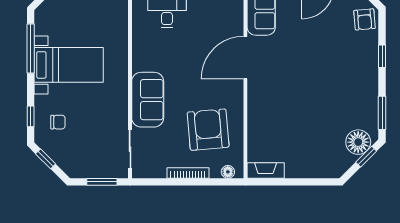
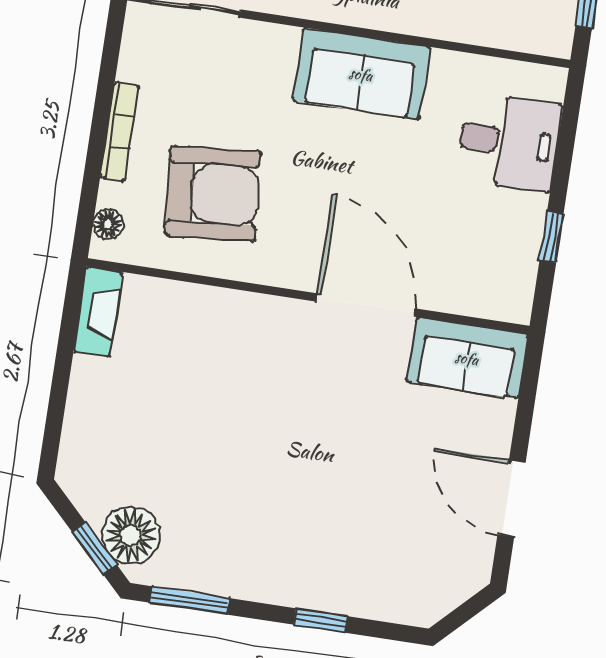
armchair: (364, 19) -> (411, 593), removed
sofa: (148, 100) -> (361, 74), moved

